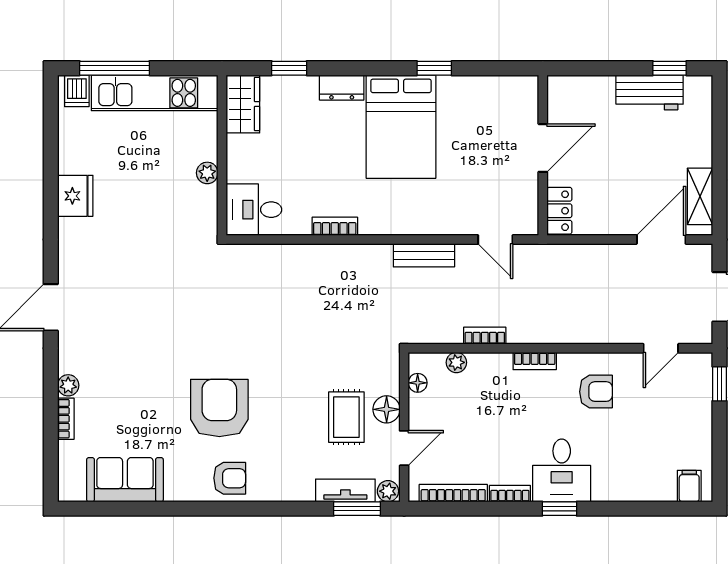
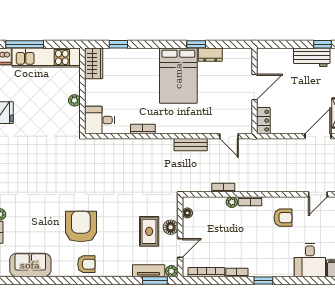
dresser: (342, 88) -> (210, 55), moved
plant: (456, 362) -> (232, 202), moved
desk: (562, 470) -> (310, 260), moved

